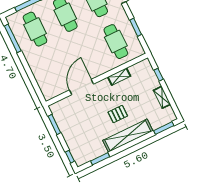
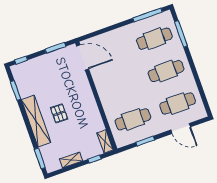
shelving: (119, 77) -> (105, 141), moved
door: (81, 87) -> (83, 57), moved

